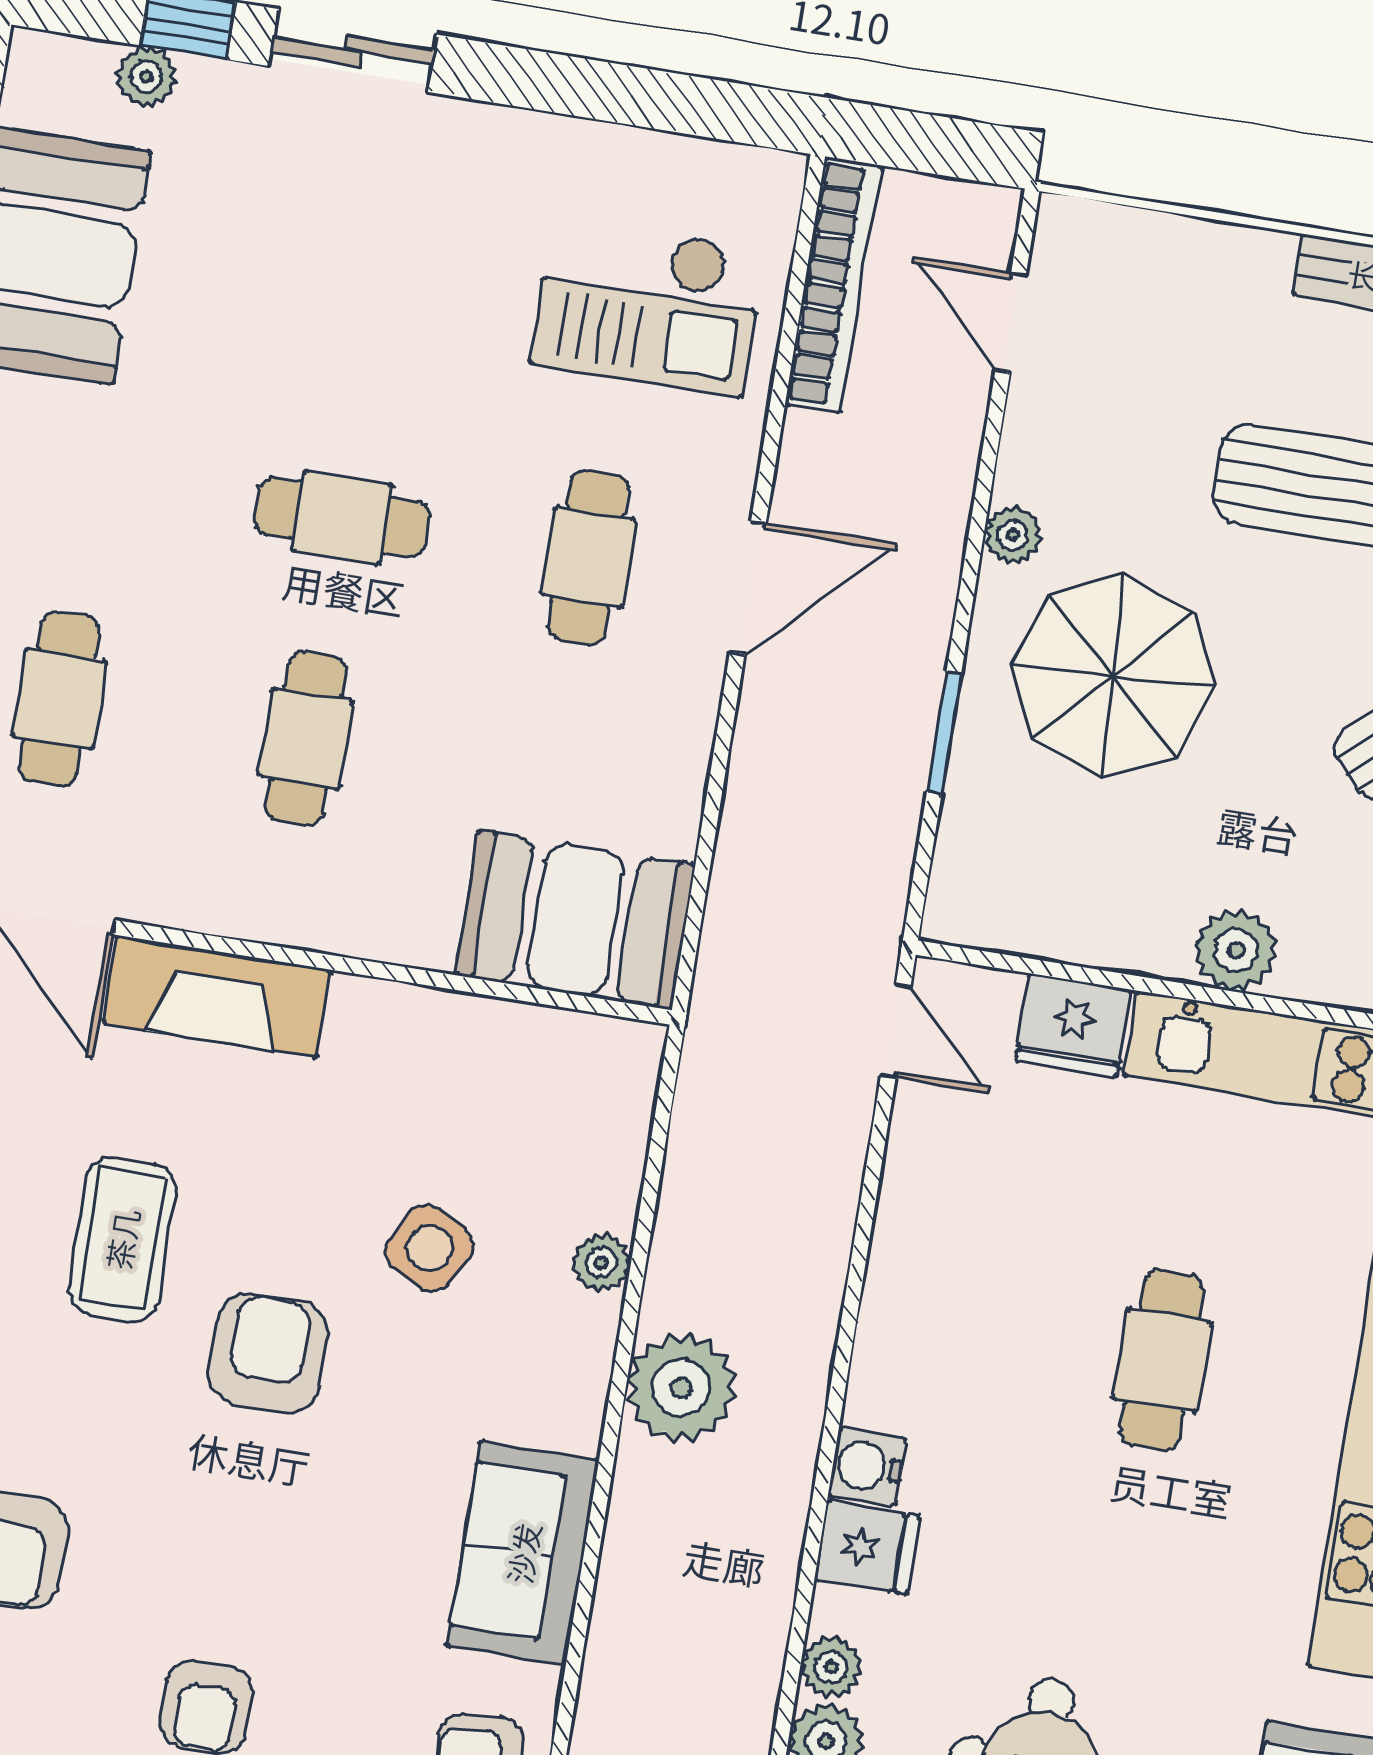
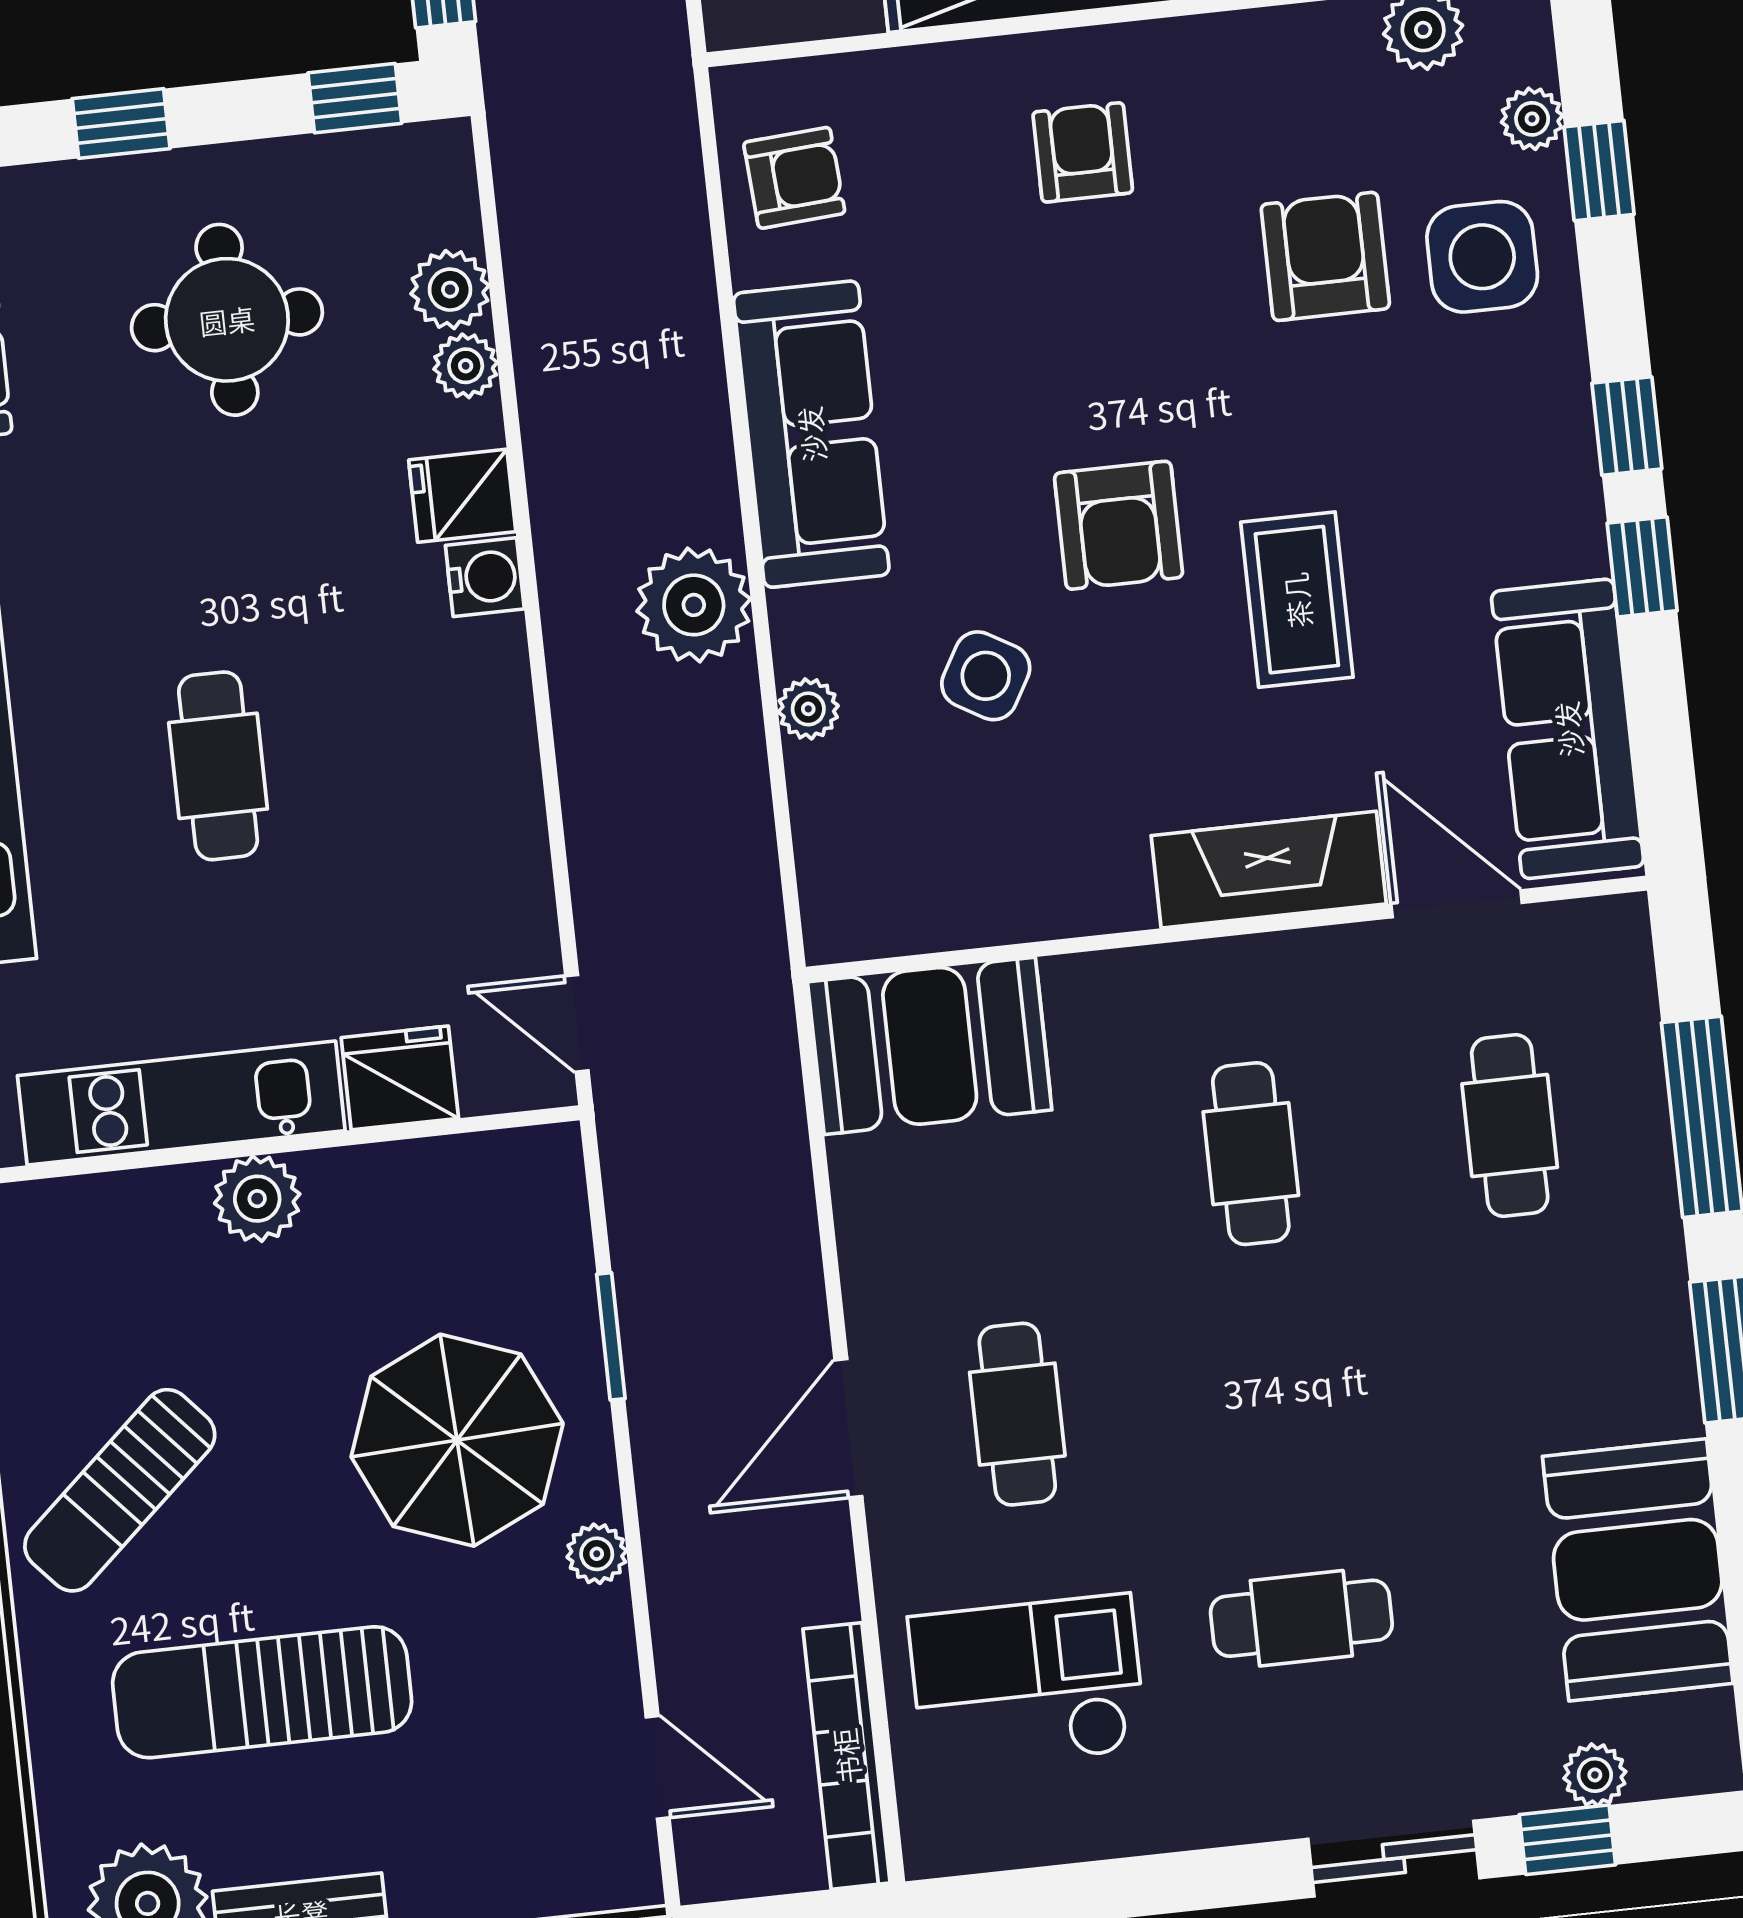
cafe table: (342, 517) -> (1301, 1618), moved
sofa: (523, 1553) -> (811, 434), width x1.36

